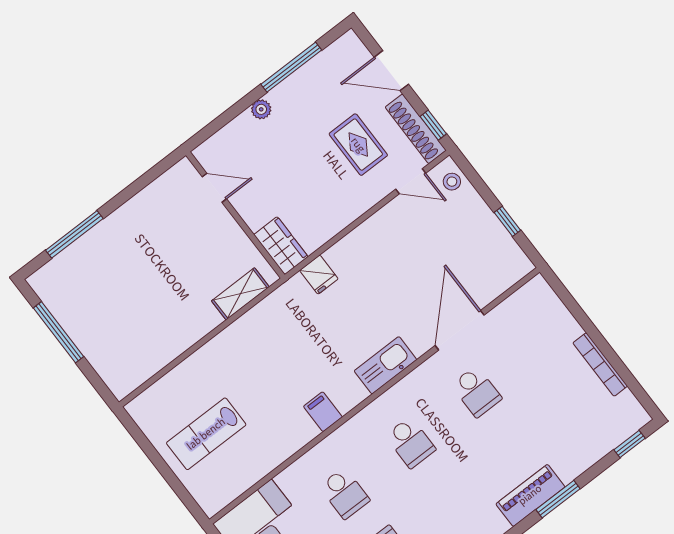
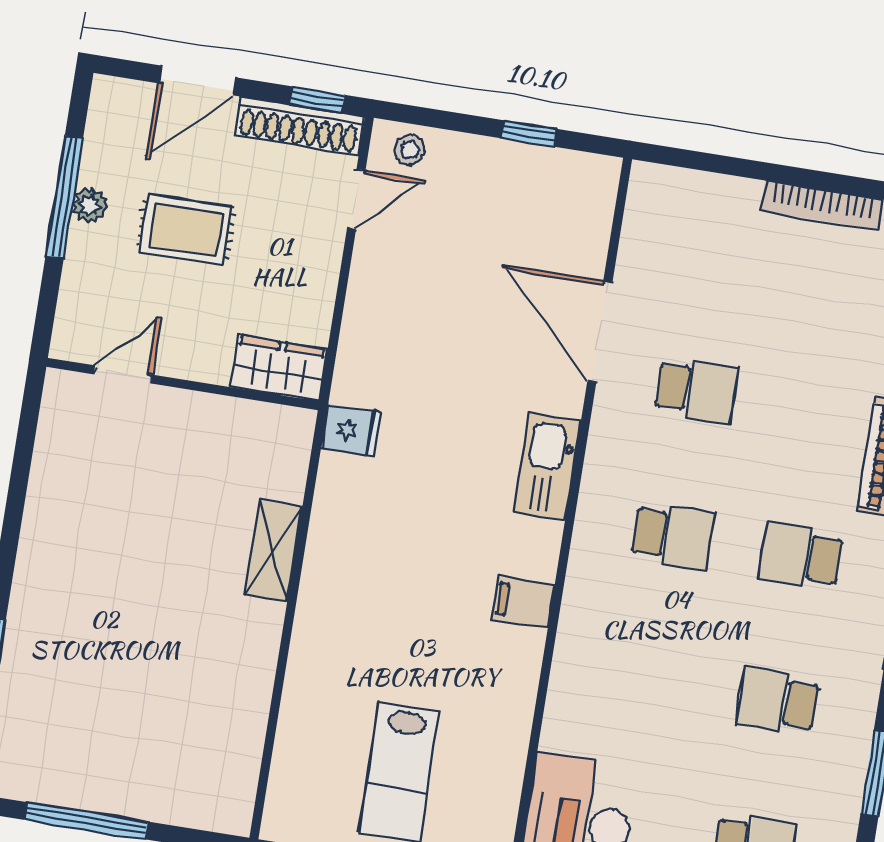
plant: (261, 109) -> (90, 205), moved
rug: (358, 145) -> (186, 230), moved
door: (214, 188) -> (123, 374), moved
wall: (235, 215) -> (183, 384), moved
wardrobe: (281, 246) -> (279, 368), moved
school desk: (345, 493) -> (801, 556), moved, turned 180

